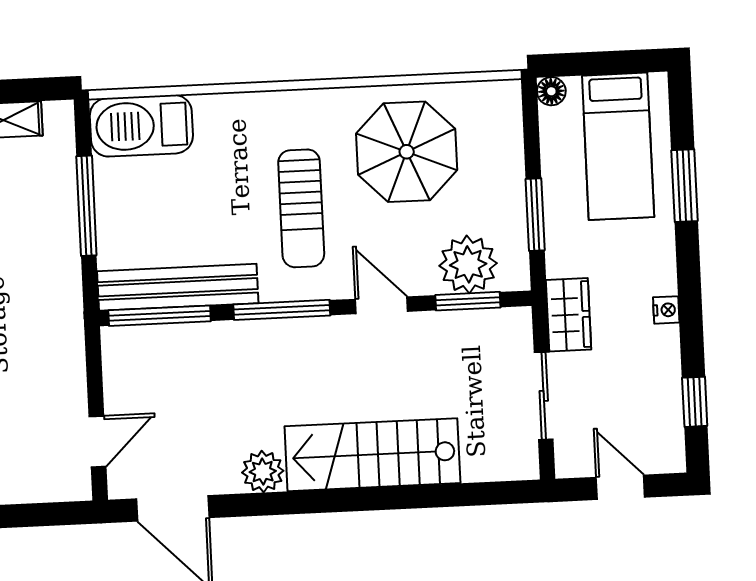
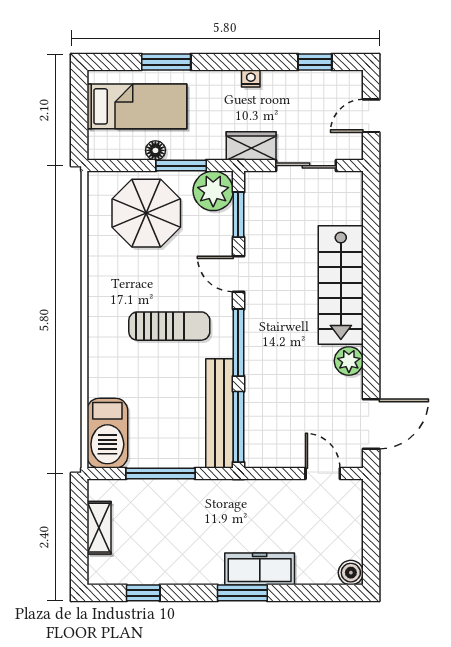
floor lamp: (551, 91) -> (155, 150), moved
parasol: (407, 152) -> (146, 213), moved
plant: (468, 264) -> (213, 191), moved
door: (381, 305) -> (238, 274), hinge flipped

